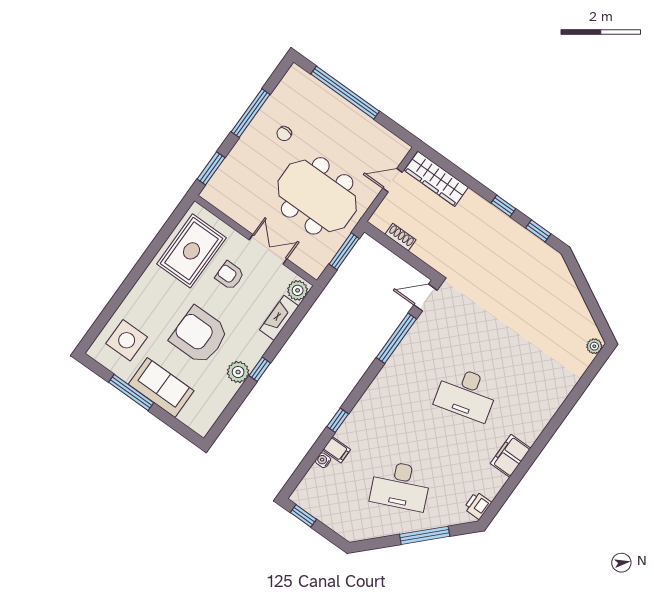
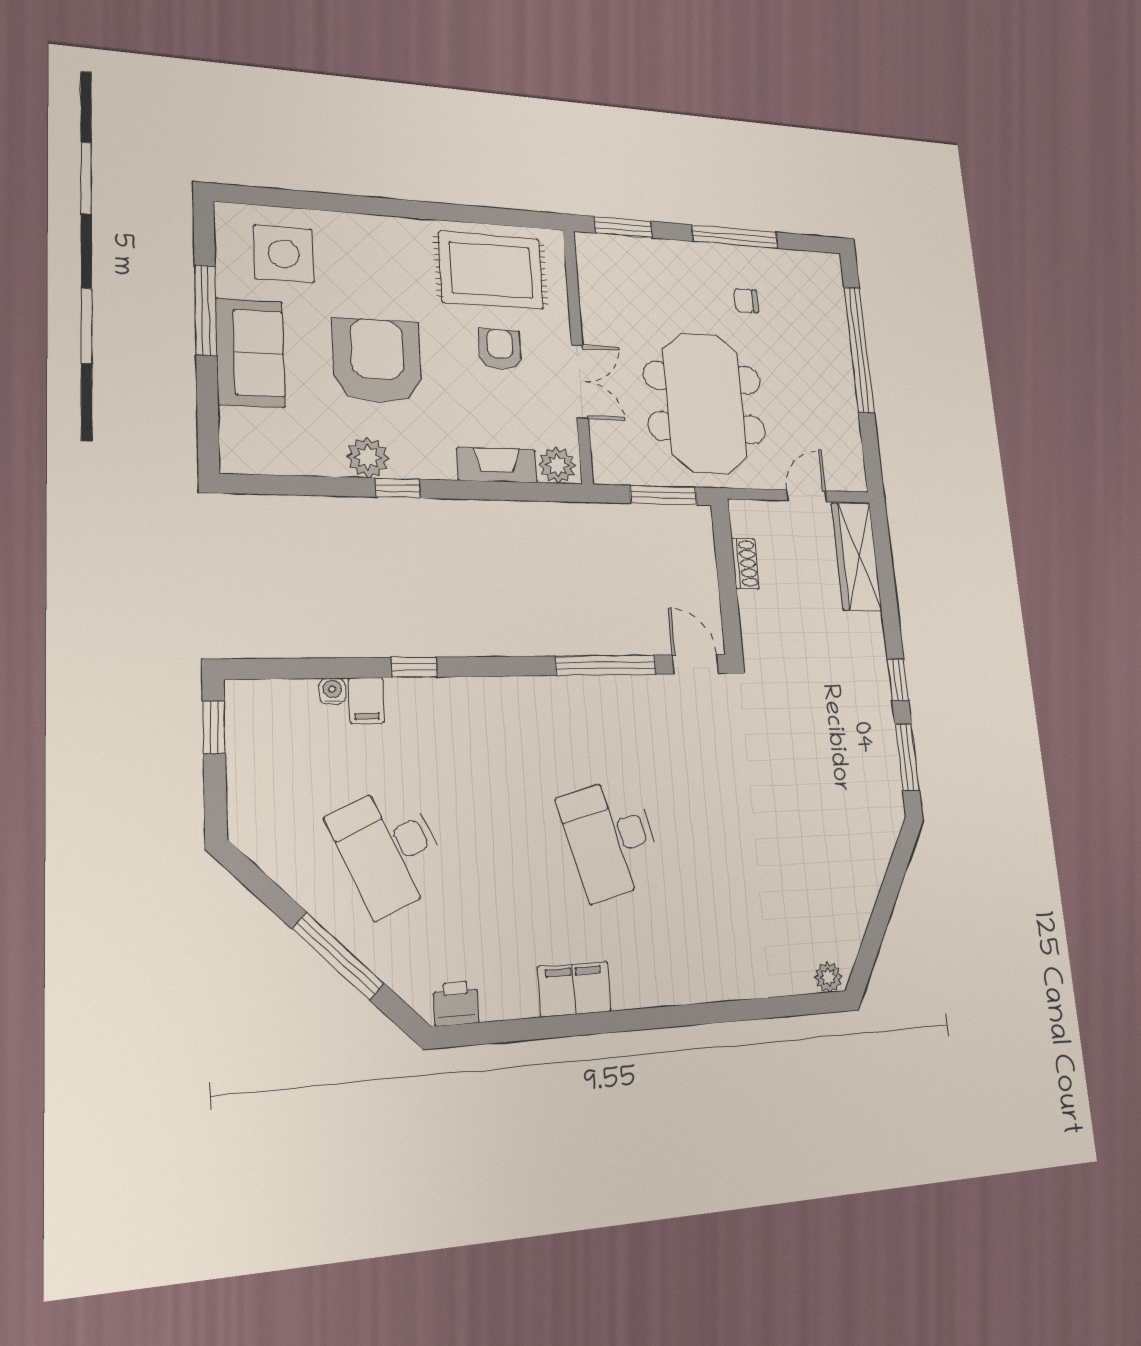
door: (392, 180) -> (807, 496), hinge flipped
window: (538, 231) -> (907, 757), width x1.50

